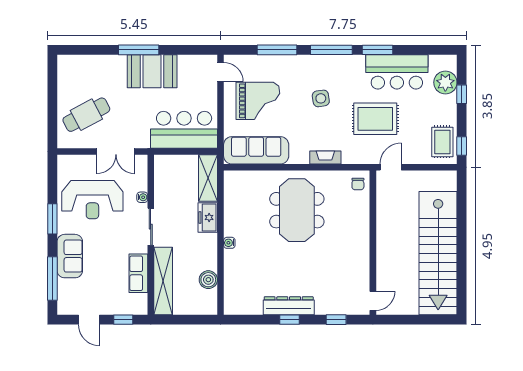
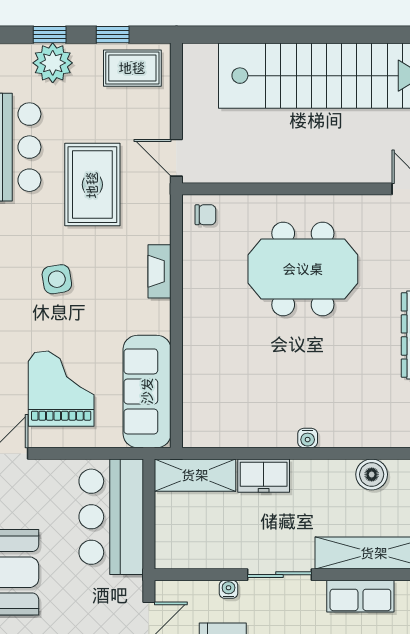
plant: (445, 82) -> (53, 63), moved
window: (462, 146) -> (113, 35), moved
meeting table: (297, 210) -> (303, 269), moved

